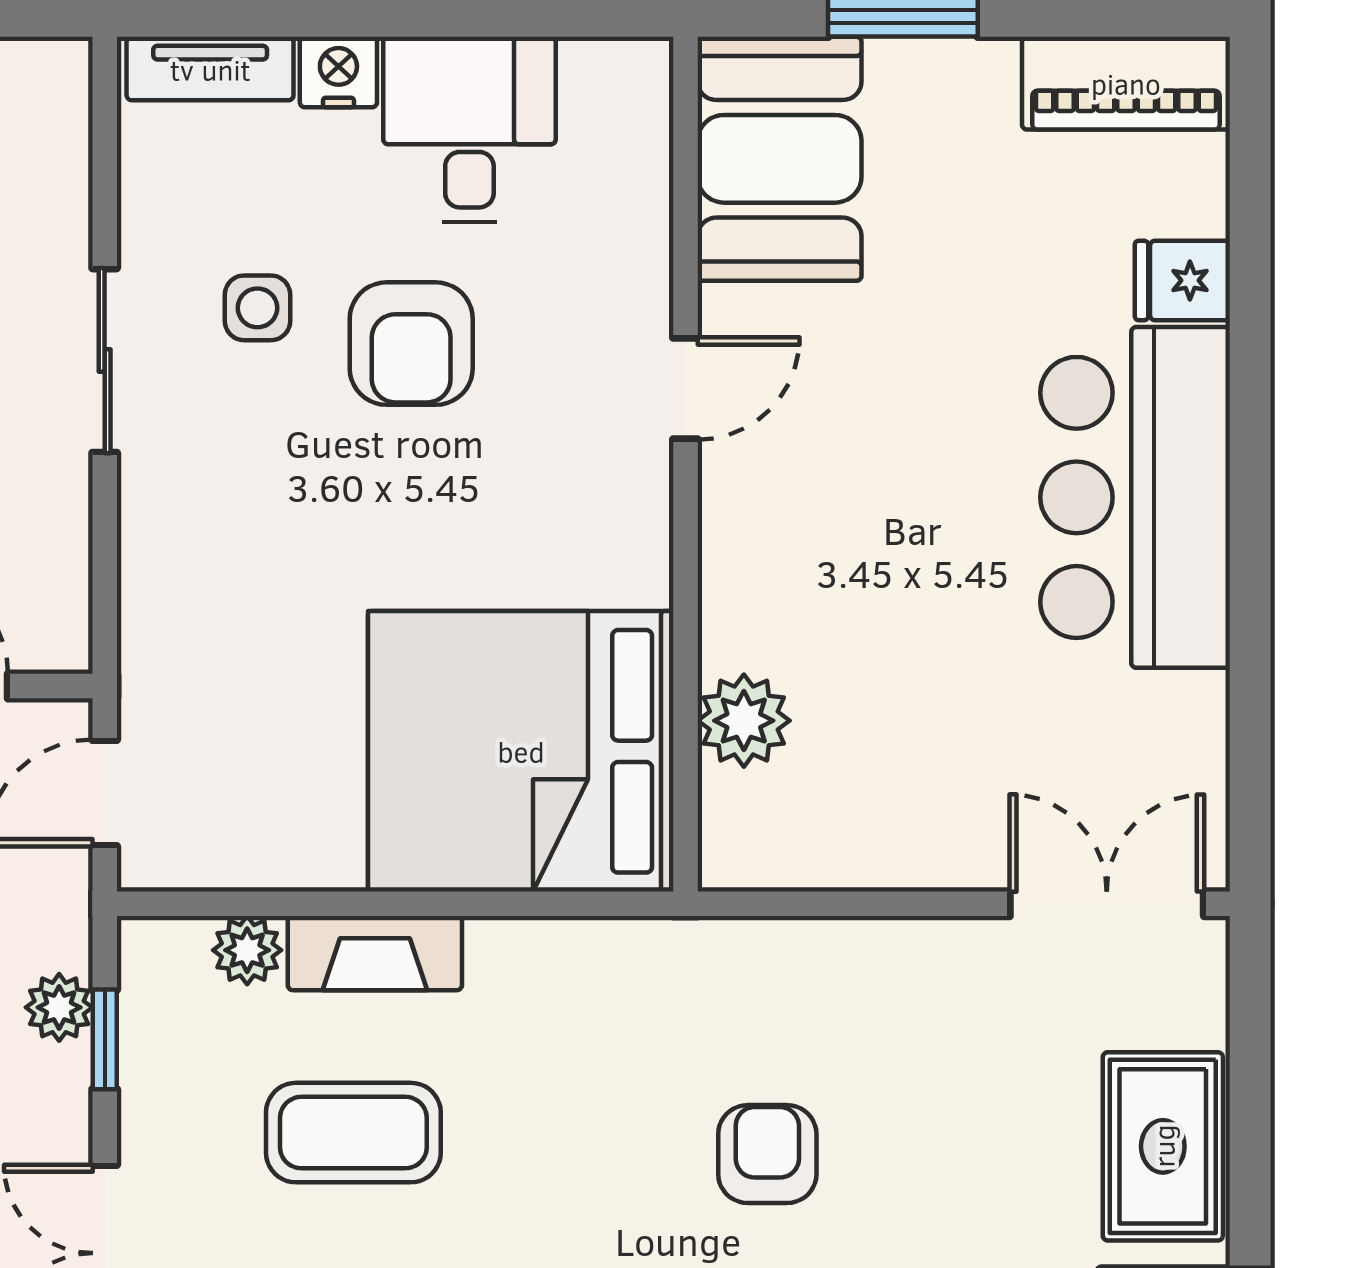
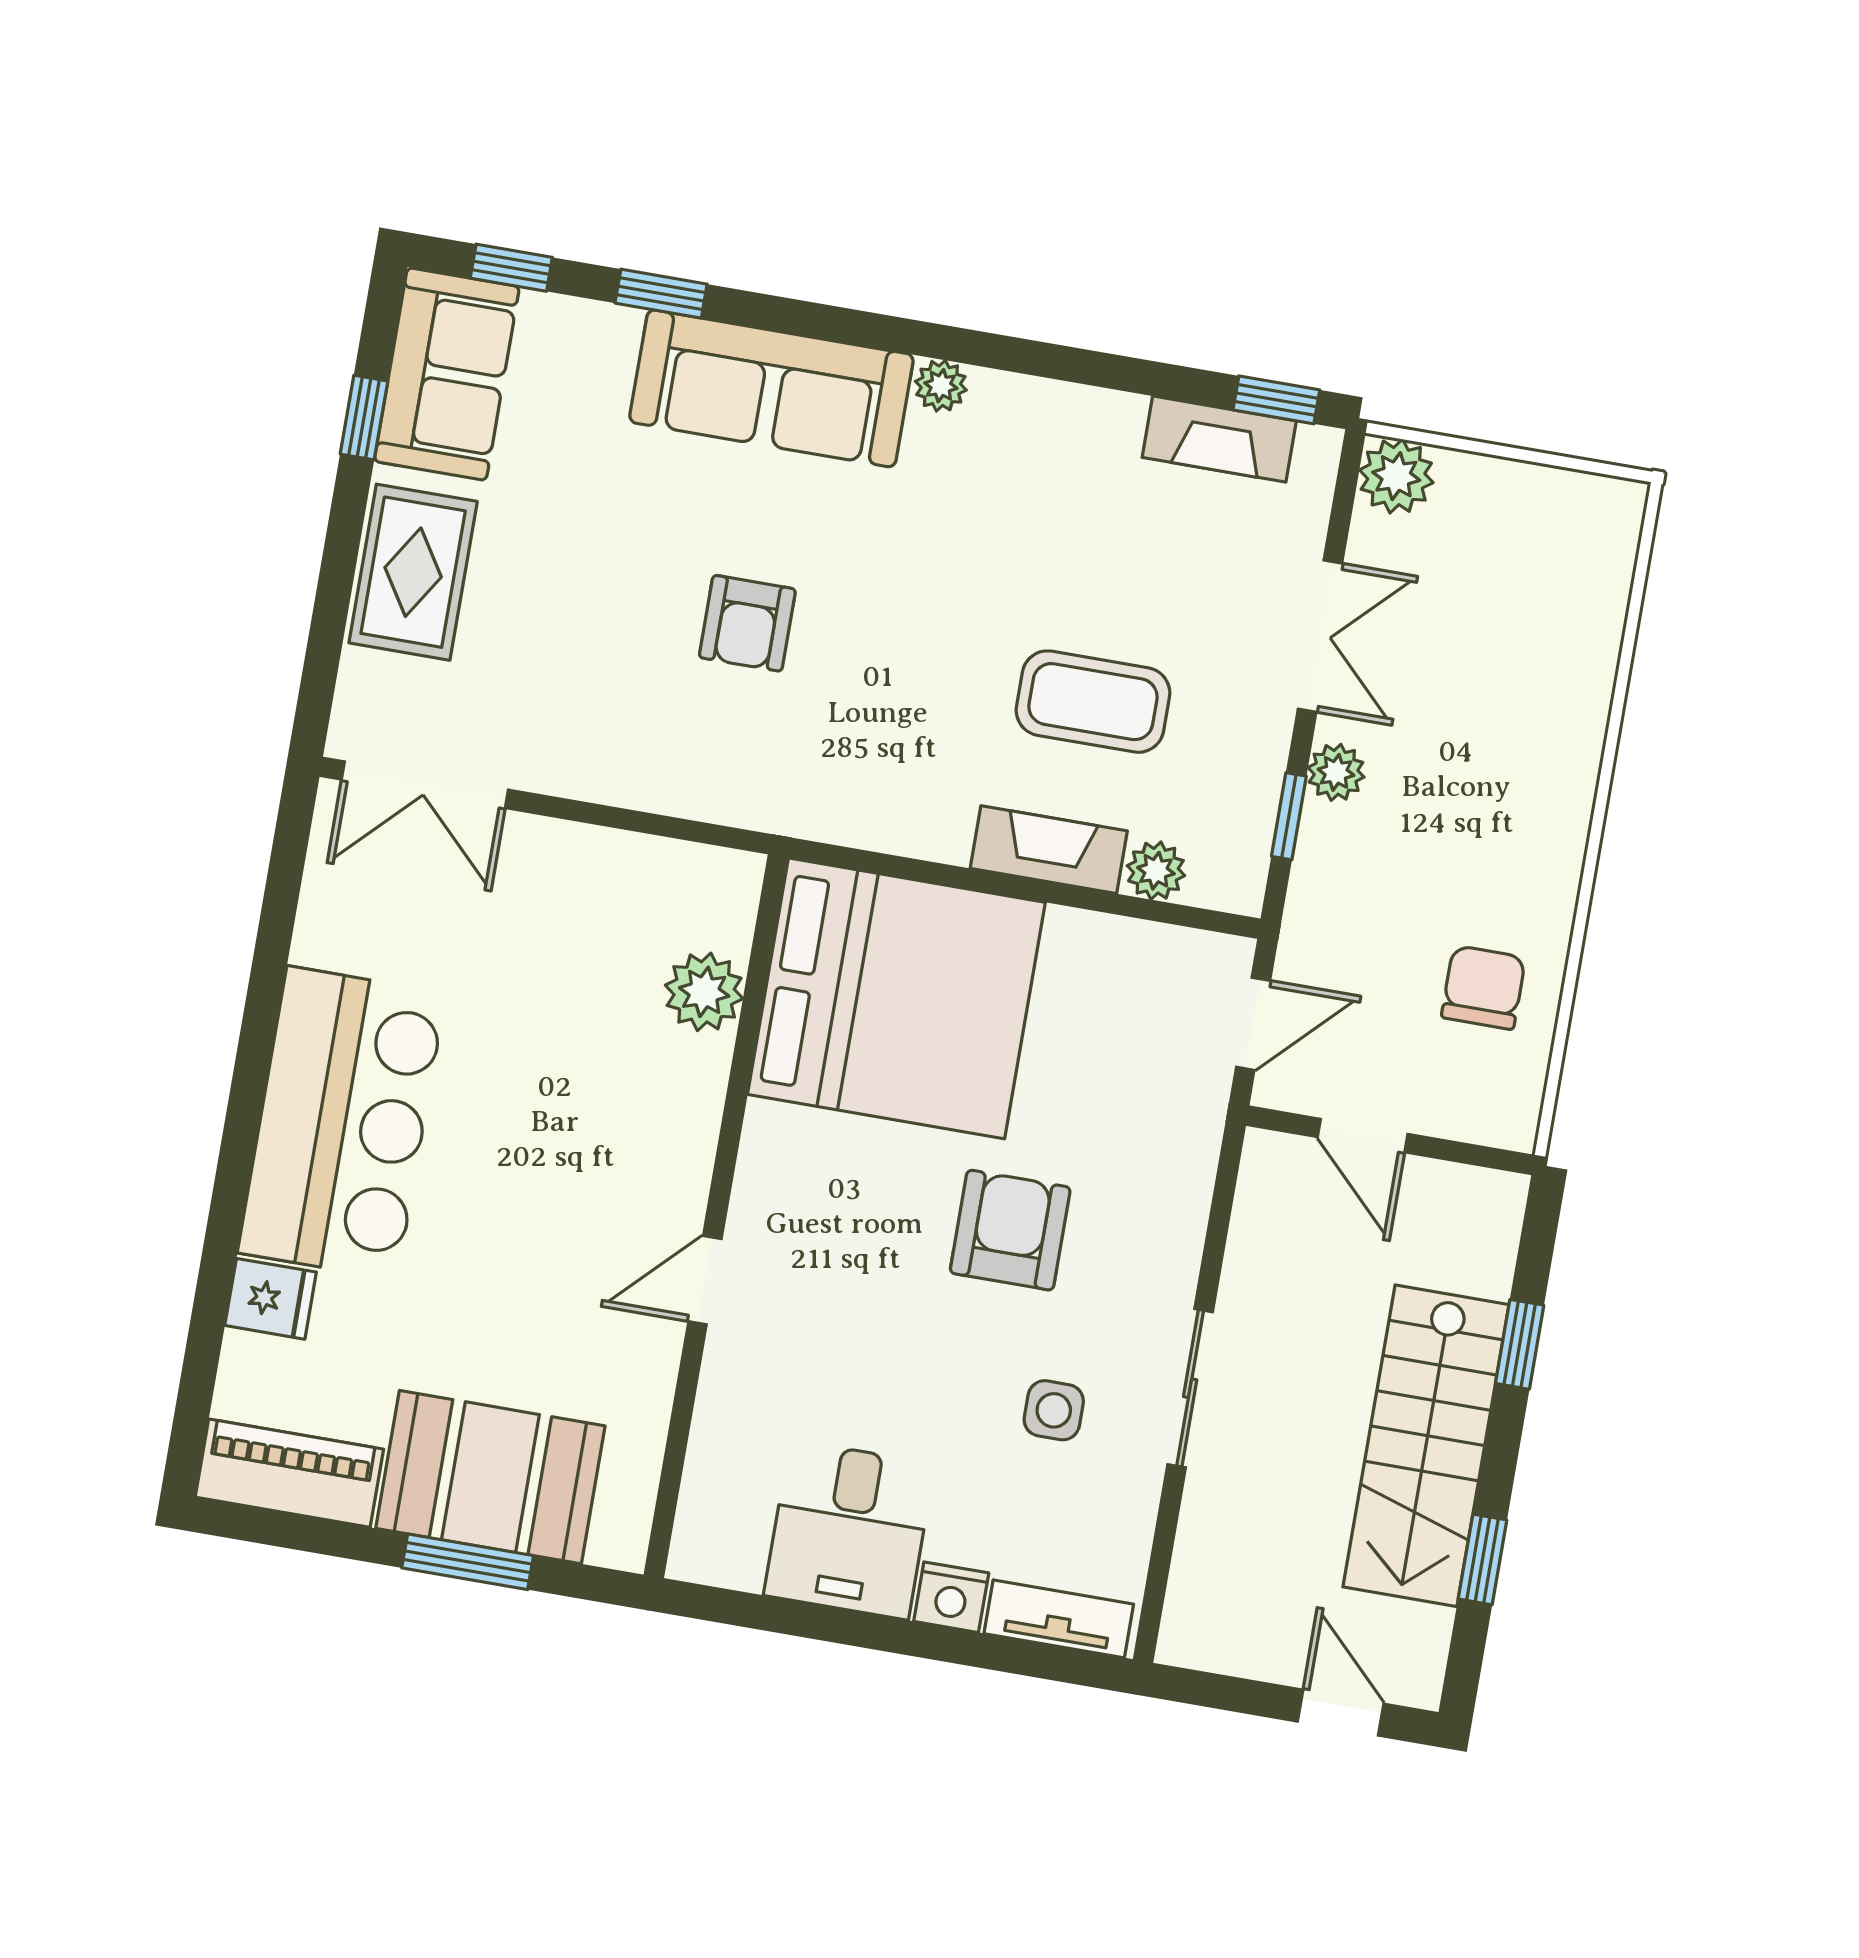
booth: (780, 159) -> (490, 1477), moved, turned 90
armchair: (411, 344) -> (1010, 1230), moved
plant: (59, 1007) -> (1336, 772), moved

